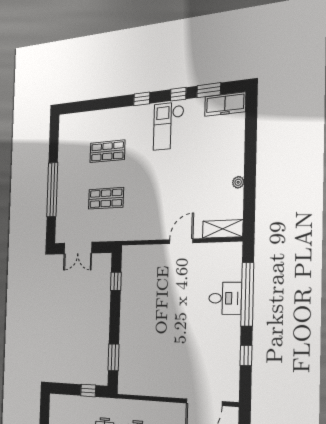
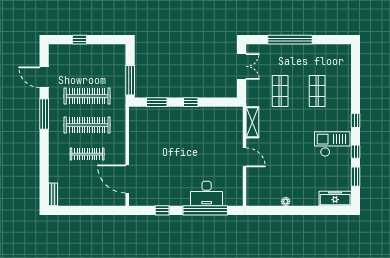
freezer: (225, 104) -> (335, 199), moved, turned 90
shelving: (223, 229) -> (252, 122), moved
double door: (78, 248) -> (242, 66), swing flipped
window: (116, 281) -> (191, 102), moved
desk: (225, 298) -> (207, 193), width x1.37
window: (88, 390) -> (130, 80), width x2.17

